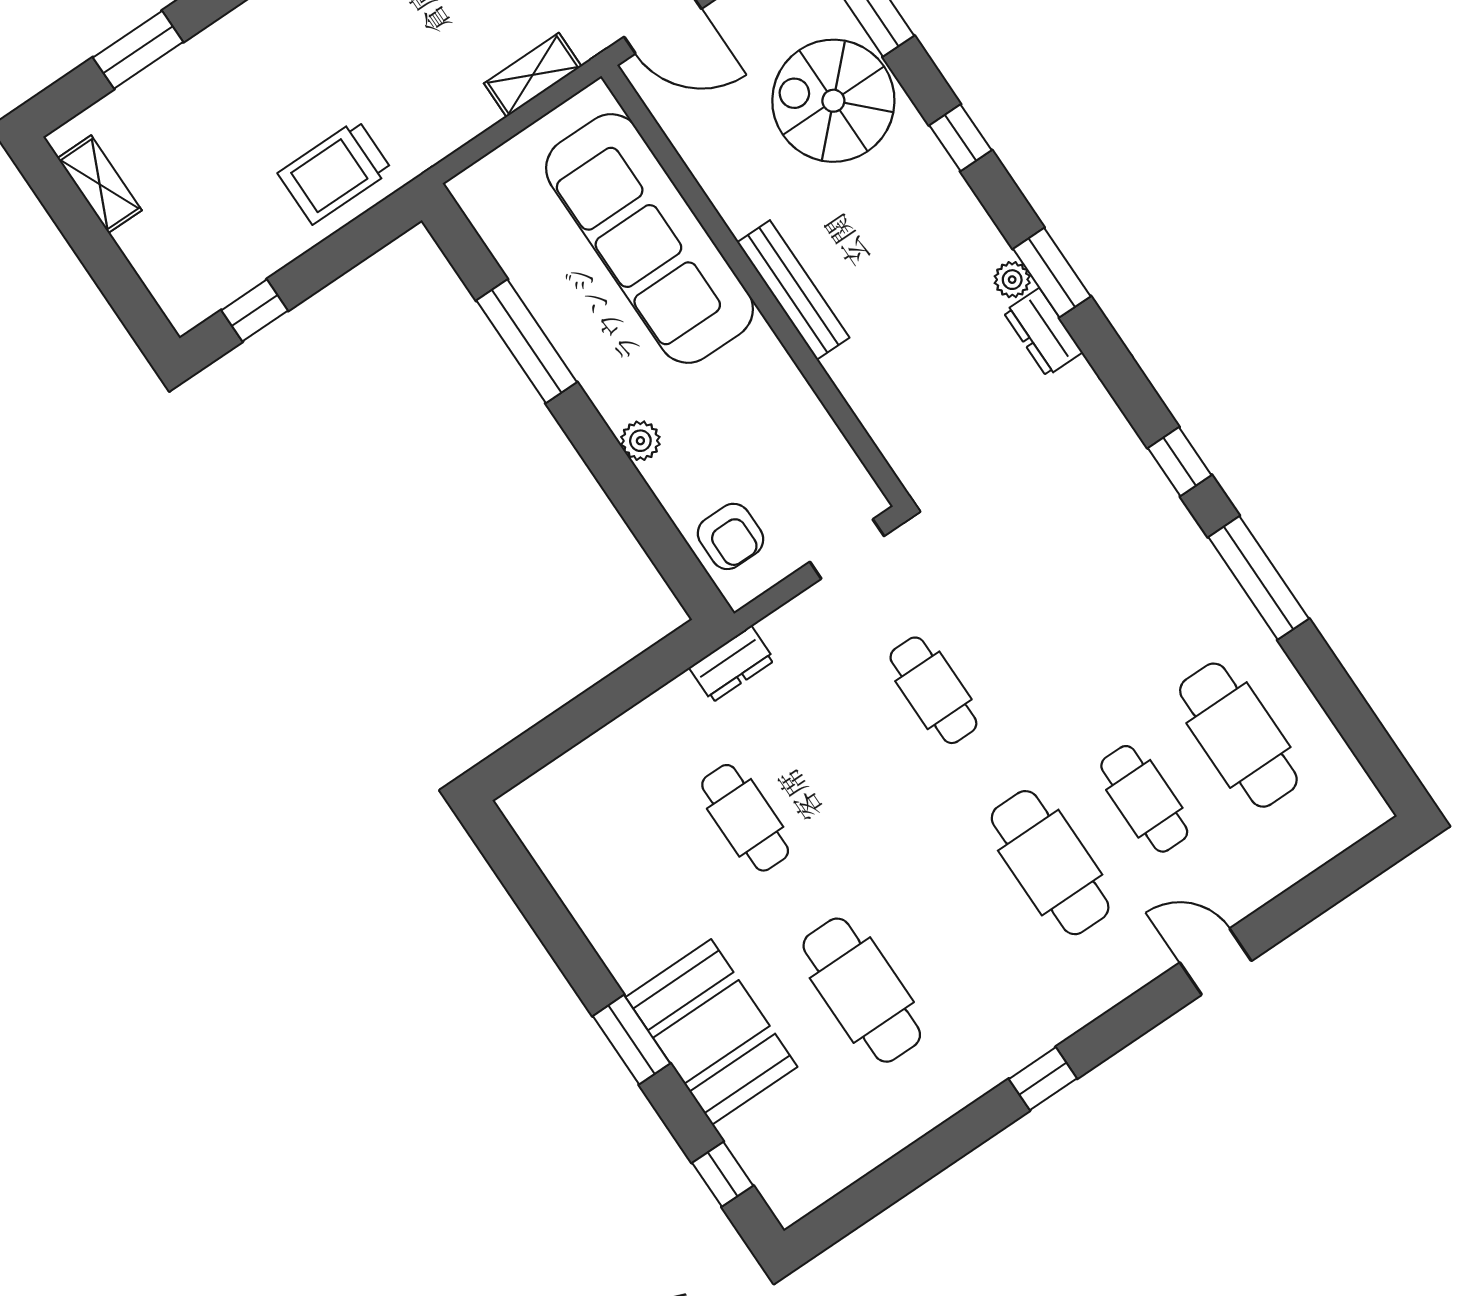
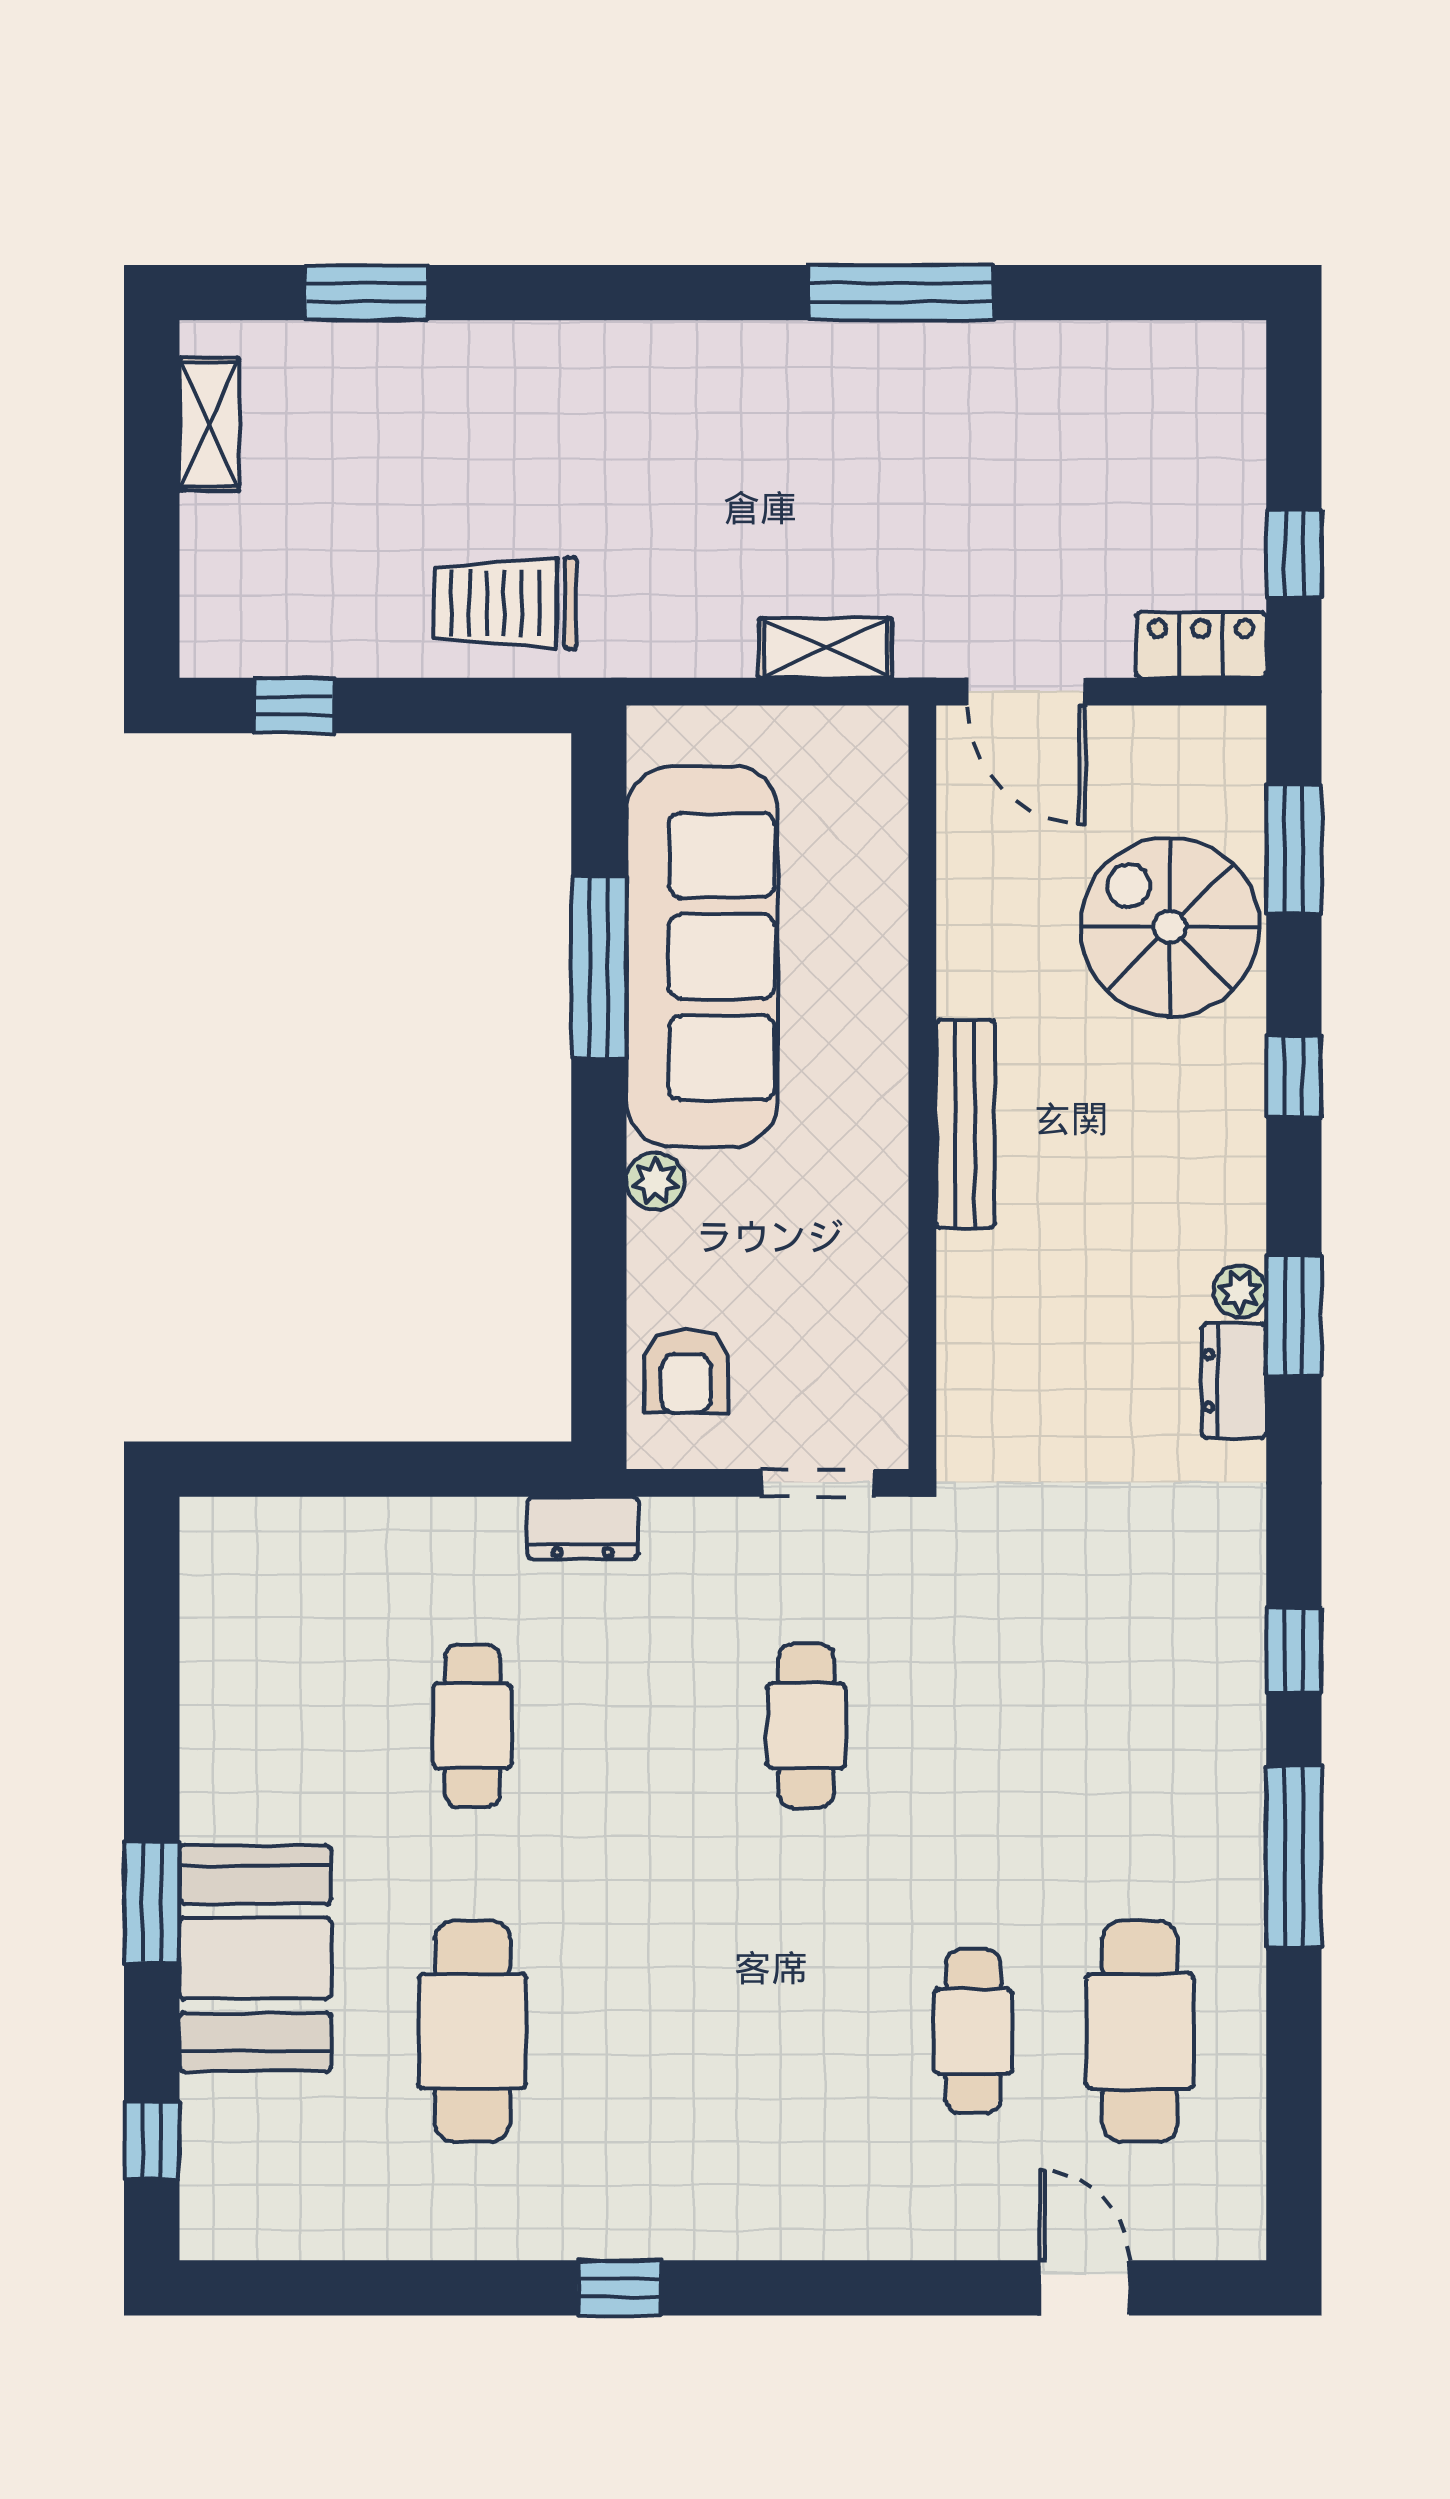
sofa: (650, 238) -> (702, 956), moved, turned 180
cafe table: (1050, 863) -> (806, 2031), removed
door: (1216, 962) -> (1084, 2288), moved

